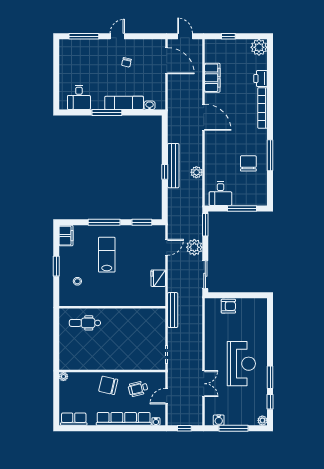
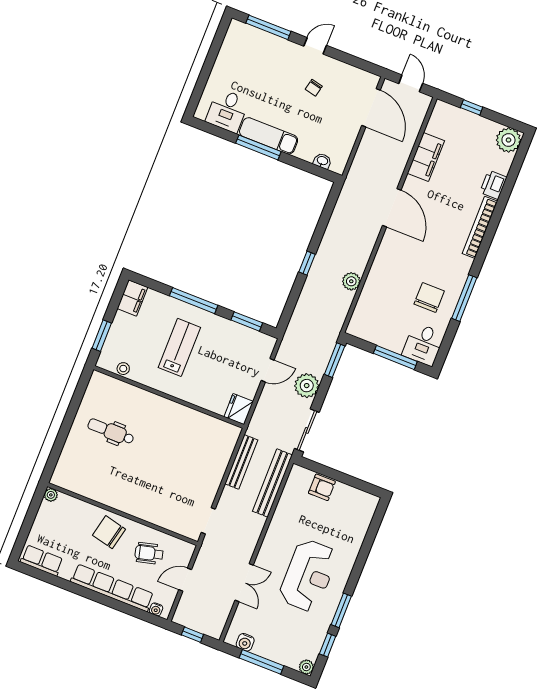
exam couch: (124, 103) -> (269, 136), moved
bench: (173, 166) -> (272, 483), moved
desk: (220, 194) -> (423, 344), moved
wall: (112, 307) -> (169, 397), moved

